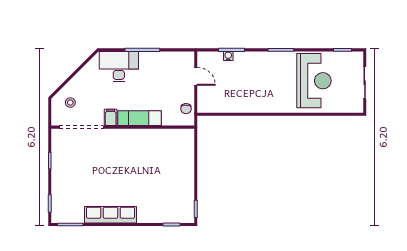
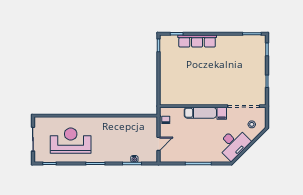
desk: (119, 67) -> (233, 144), moved, turned -45
door: (196, 76) -> (158, 144), swing flipped
reception desk: (314, 81) -> (71, 141), turned 90
row of seats: (111, 215) -> (197, 41), moved

